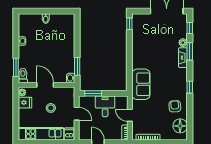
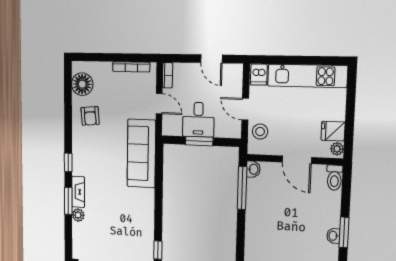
window: (190, 28) -> (68, 237), removed
window: (77, 66) -> (242, 188), width x1.44
window: (16, 67) -> (344, 232), moved
sofa: (141, 84) -> (141, 153), width x1.36
window: (190, 87) -> (68, 162), moved
window: (93, 93) -> (199, 141), moved
stool: (51, 108) -> (260, 132), moved

